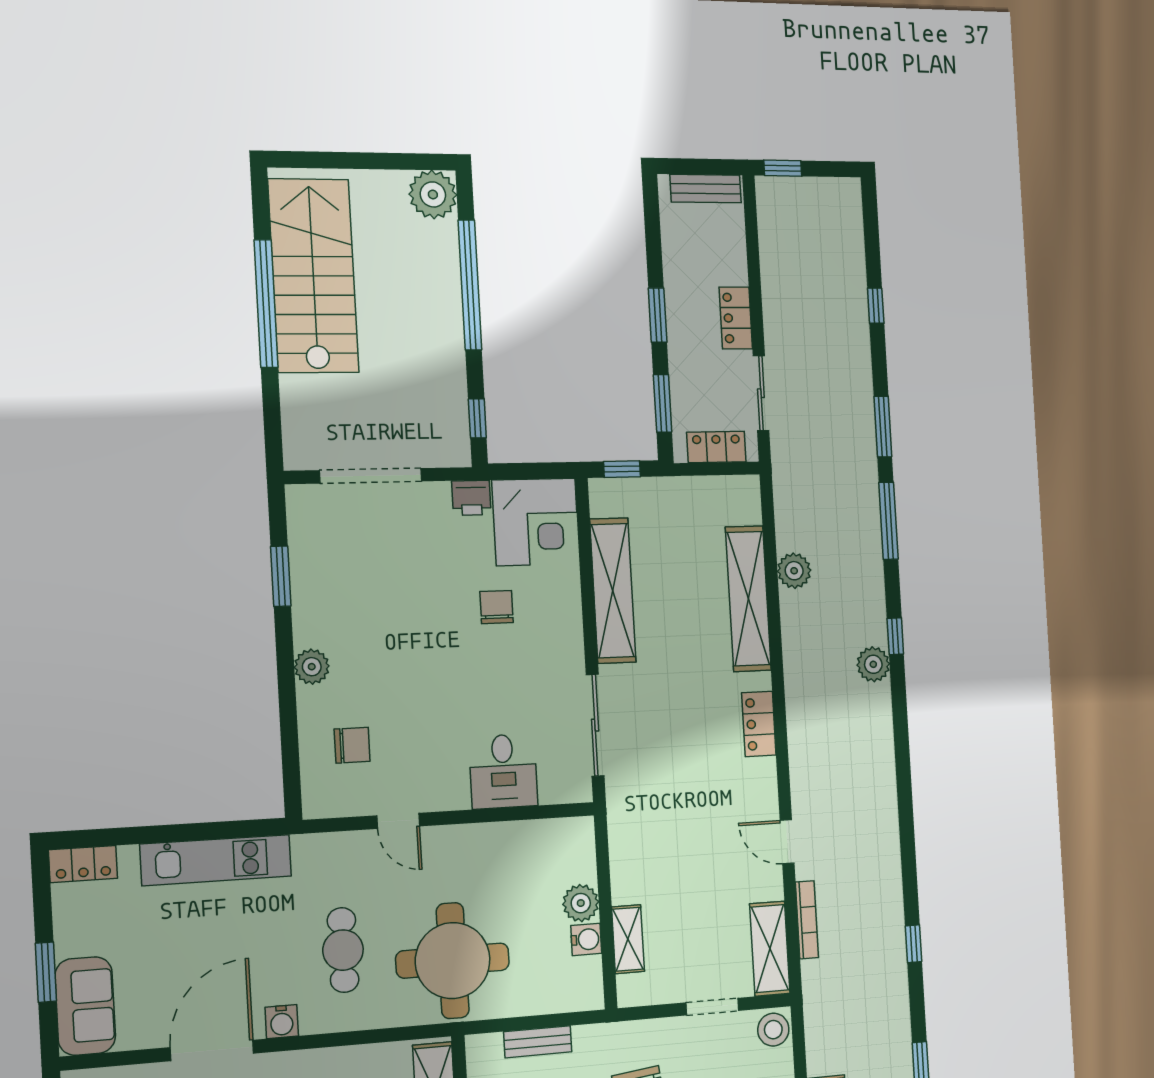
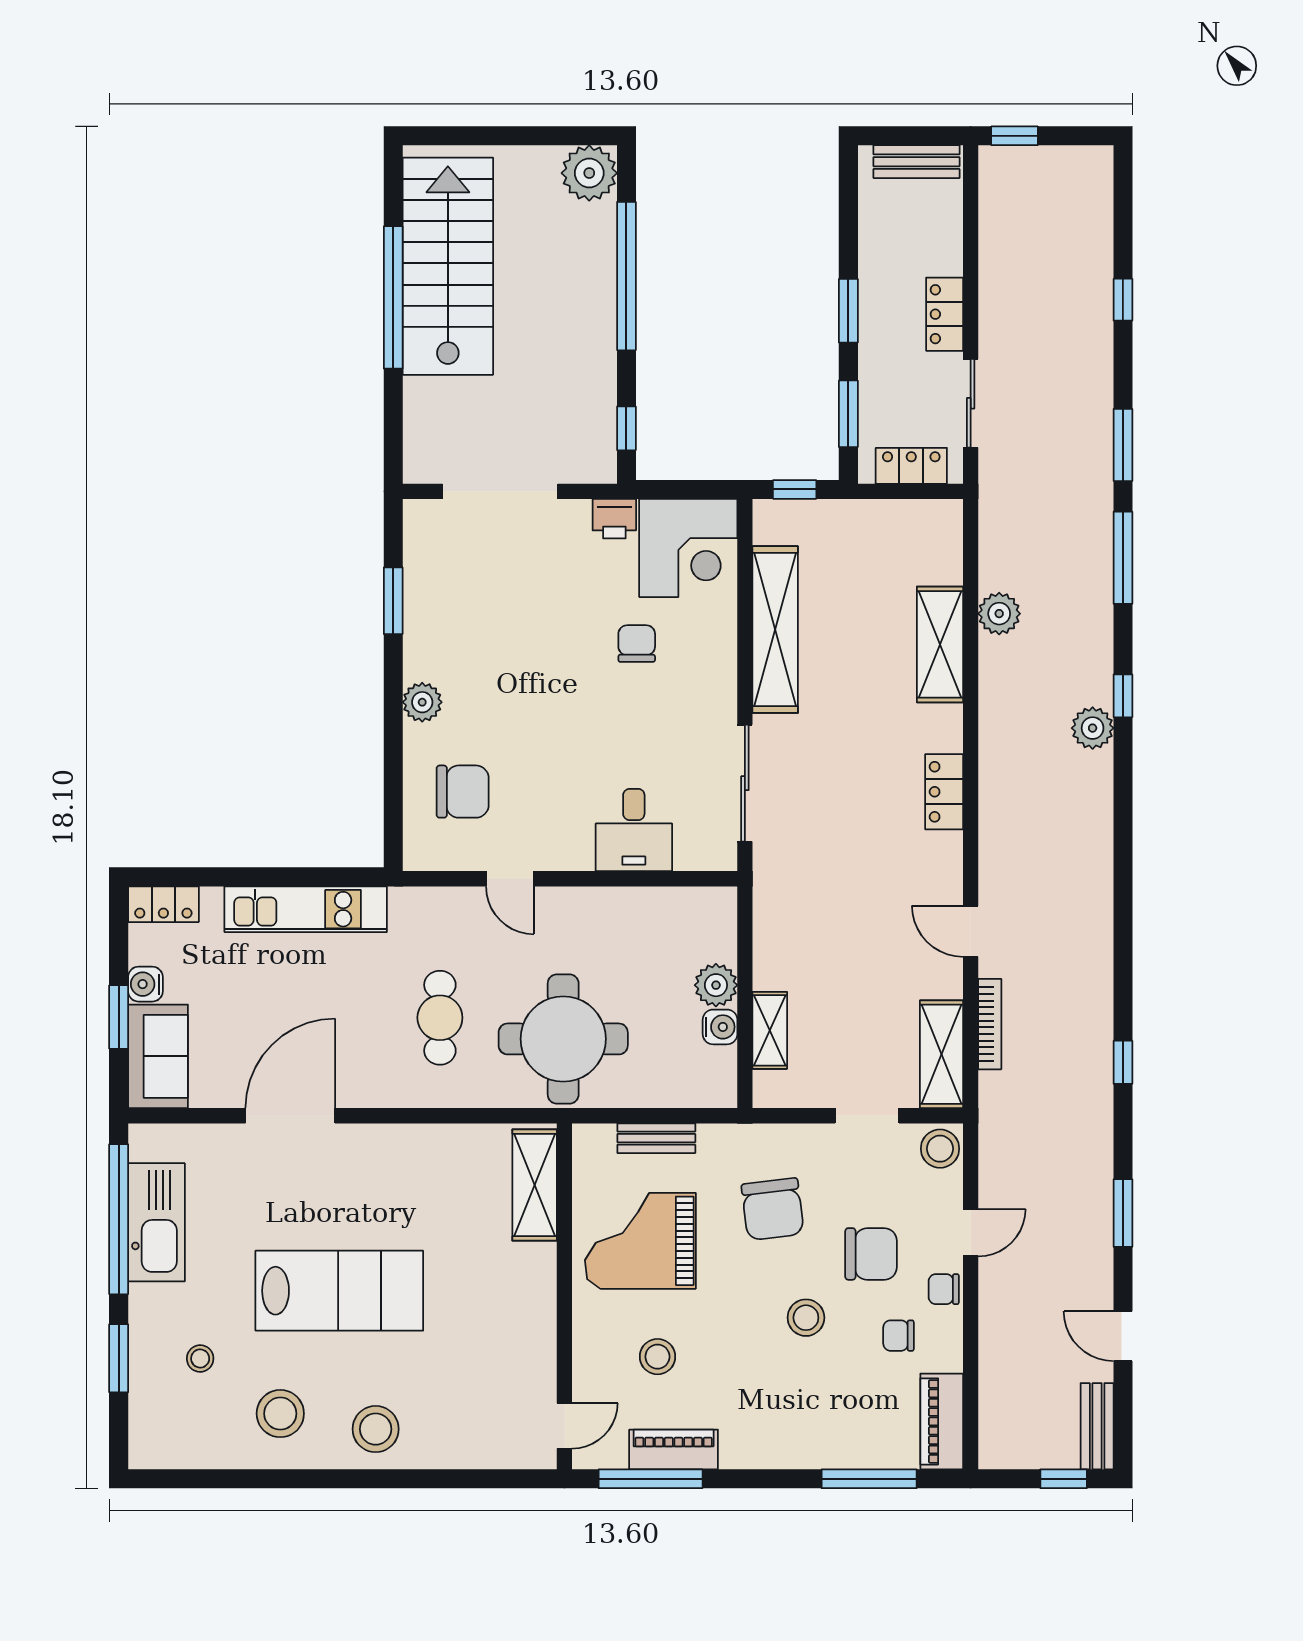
shelving: (748, 599) -> (940, 644), width x0.68
chair: (352, 745) -> (463, 792), width x1.37, depth x1.37
water cooler: (282, 1022) -> (145, 984), moved, turned 90

